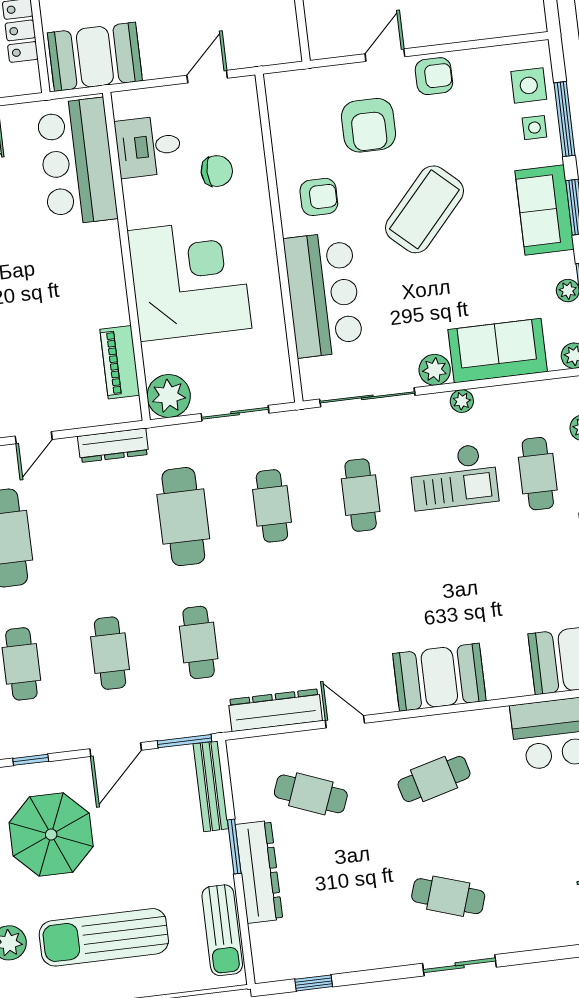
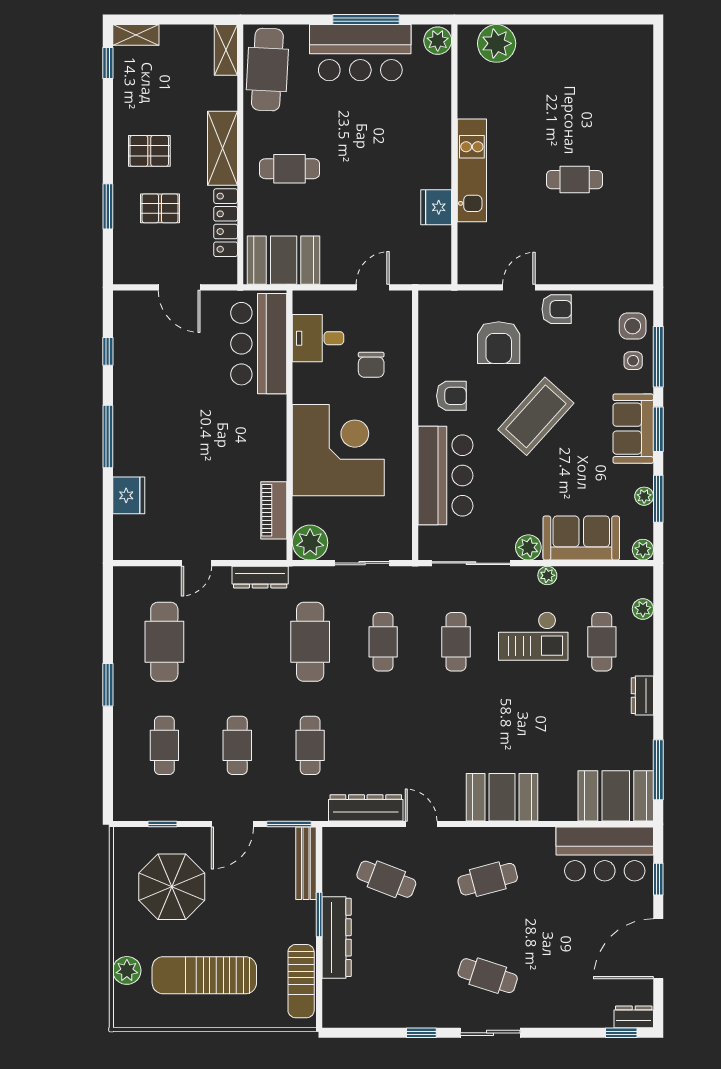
chair: (217, 171) -> (371, 365), turned 90
window: (314, 983) -> (421, 1033), moved

